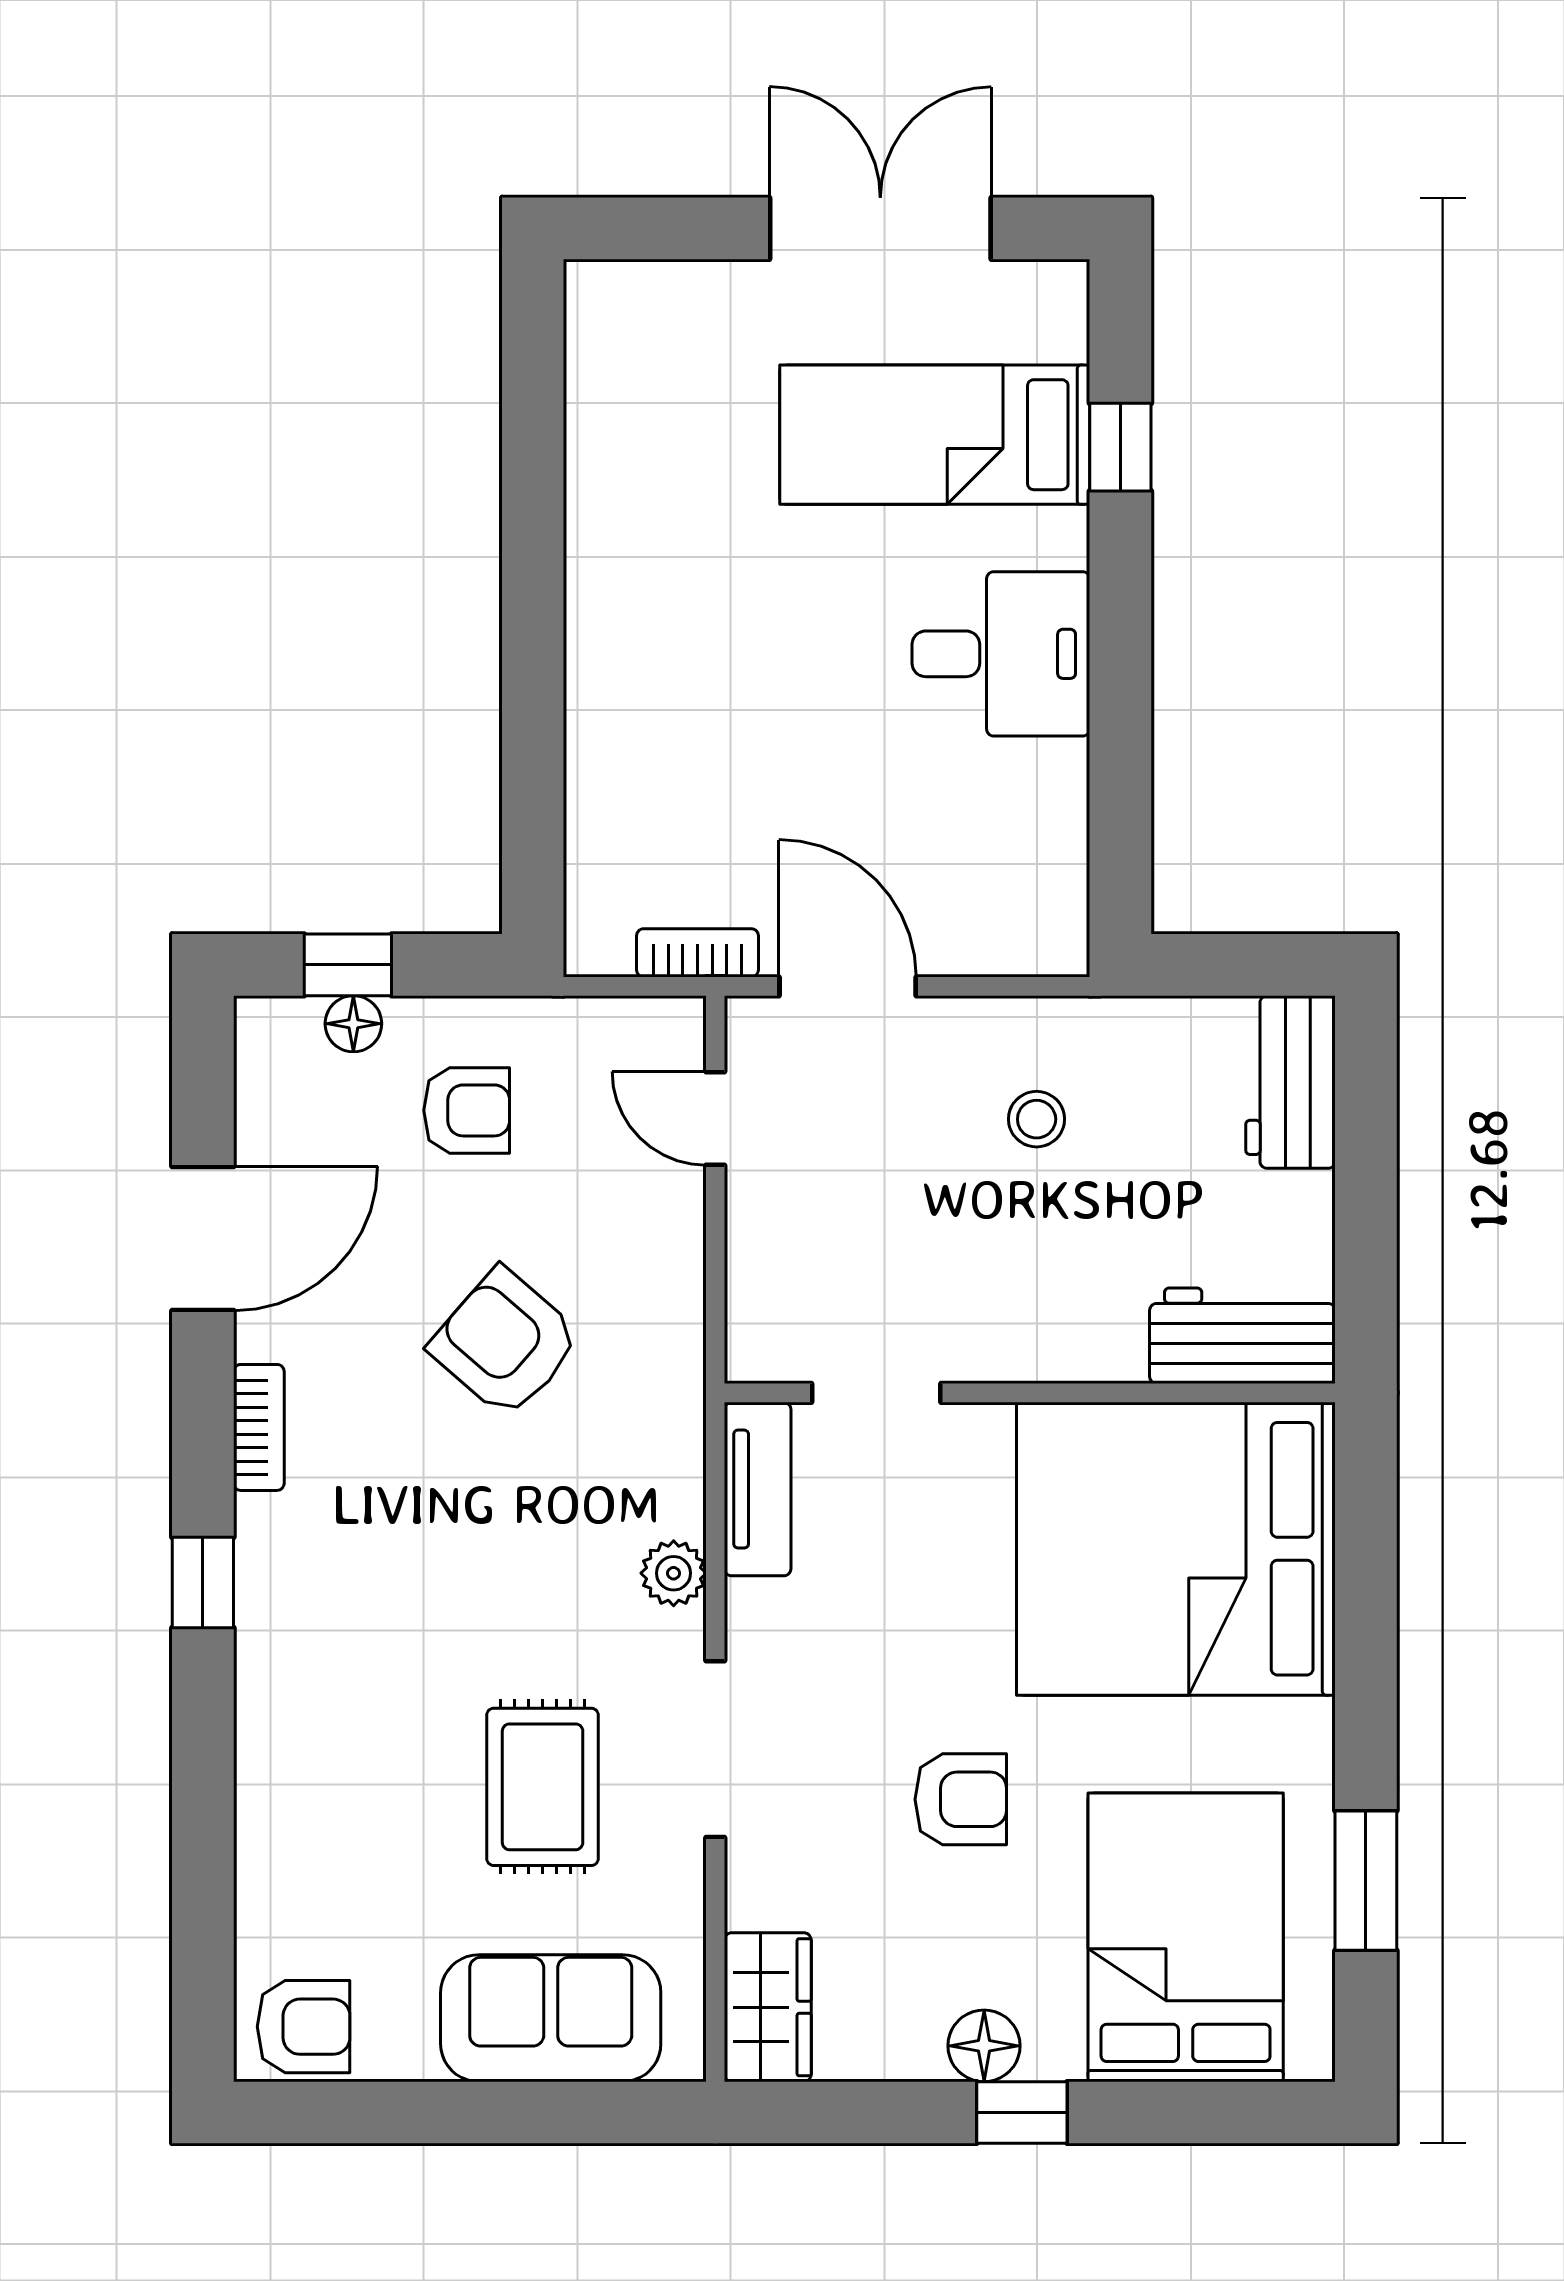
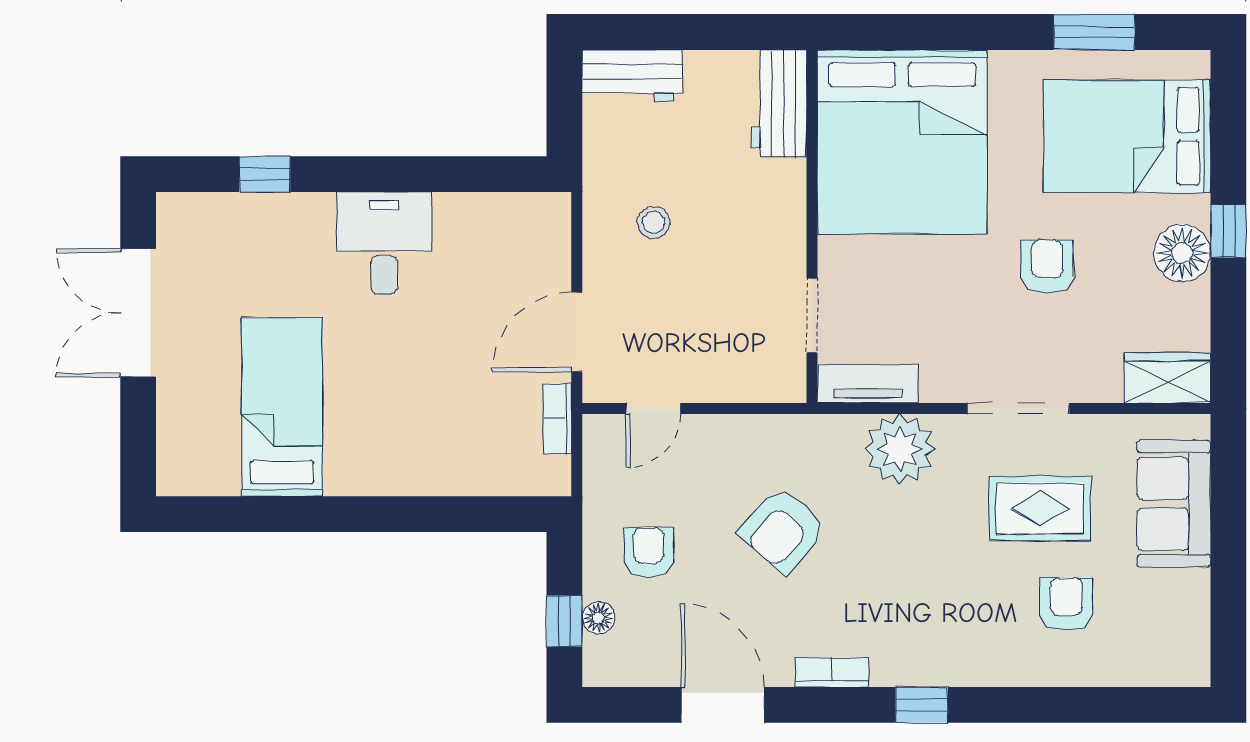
bed: (935, 435) -> (282, 407), moved, turned 180
plant: (674, 1573) -> (900, 449), width x1.88, depth x1.88
armchair: (304, 2027) -> (1066, 604), moved
floor lamp: (984, 2046) -> (1182, 253), width x1.38, depth x1.38

